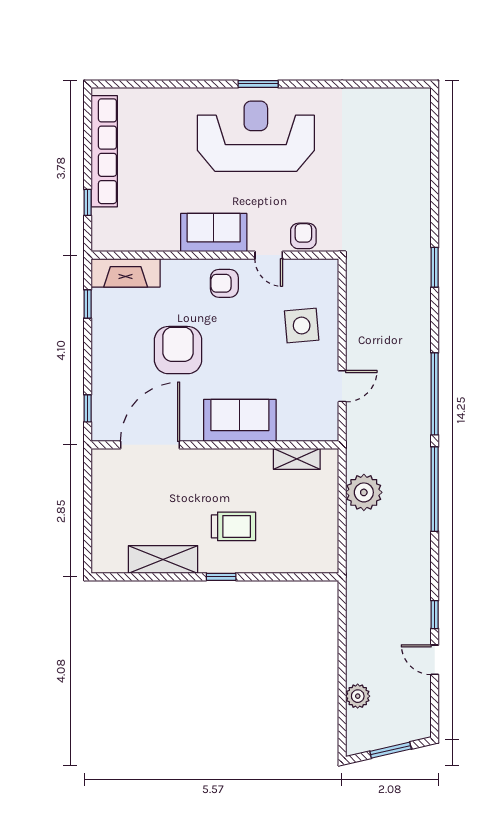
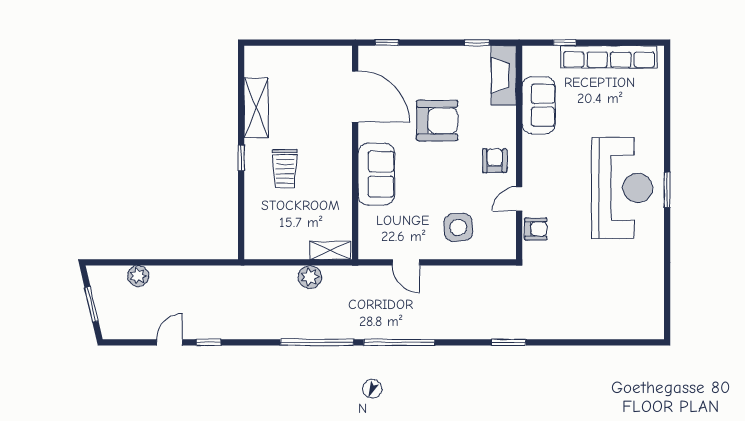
sofa: (214, 233) -> (539, 105), moved
shelving: (297, 459) -> (330, 250), moved, turned 90
plant: (364, 492) -> (310, 277), width x0.73, depth x0.73

